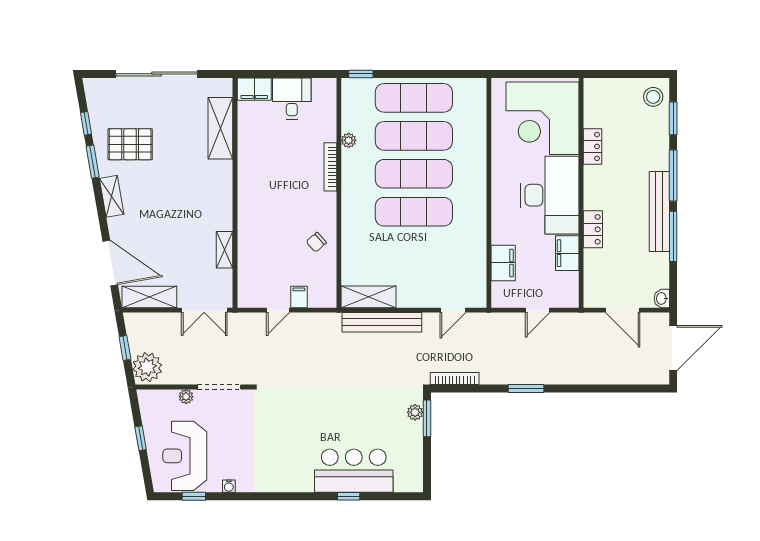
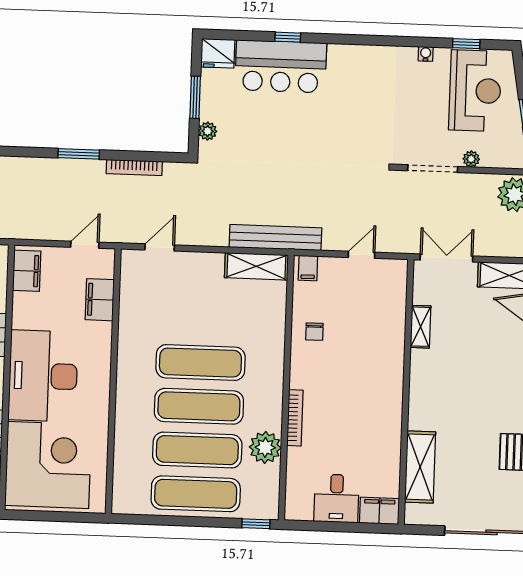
plant: (349, 140) -> (265, 447), width x1.87, depth x1.87
chair: (316, 242) -> (314, 332), turned 131
filing cabinet: (567, 253) -> (27, 271), moved
filing cabinet: (299, 297) -> (308, 268), moved
door: (538, 310) -> (85, 245), moved
bench: (382, 322) -> (275, 238), moved
bookcase: (455, 379) -> (134, 167), moved
window: (427, 418) -> (195, 97), moved
fridge: (409, 480) -> (218, 53), added

